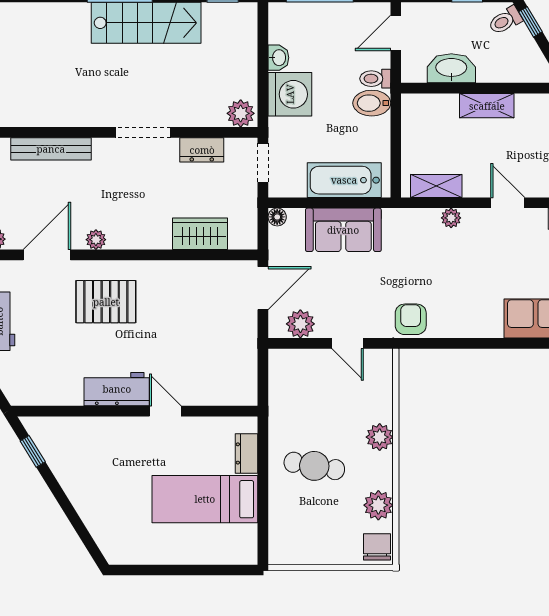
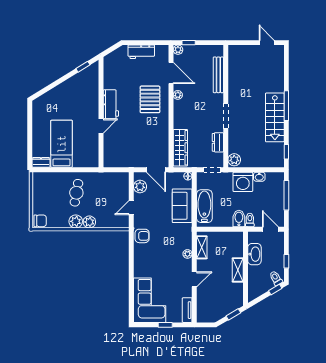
wardrobe: (200, 234) -> (180, 148), width x1.50
dresser: (247, 453) -> (41, 162), moved
plant: (378, 505) -> (76, 221), moved

